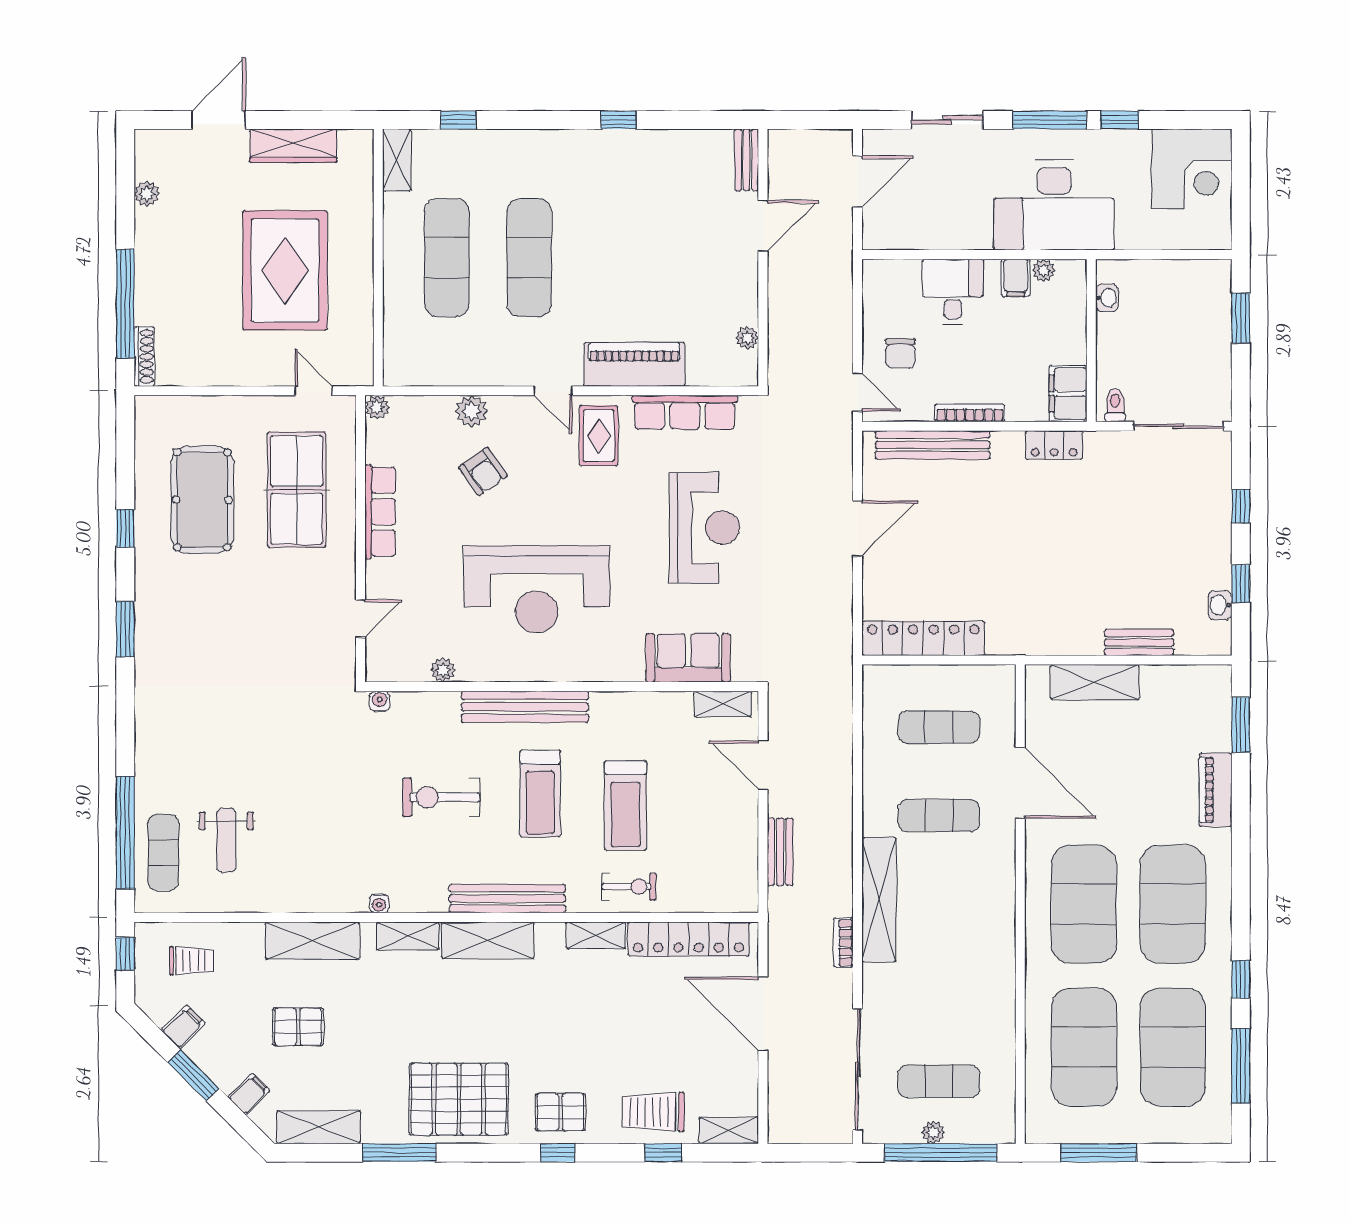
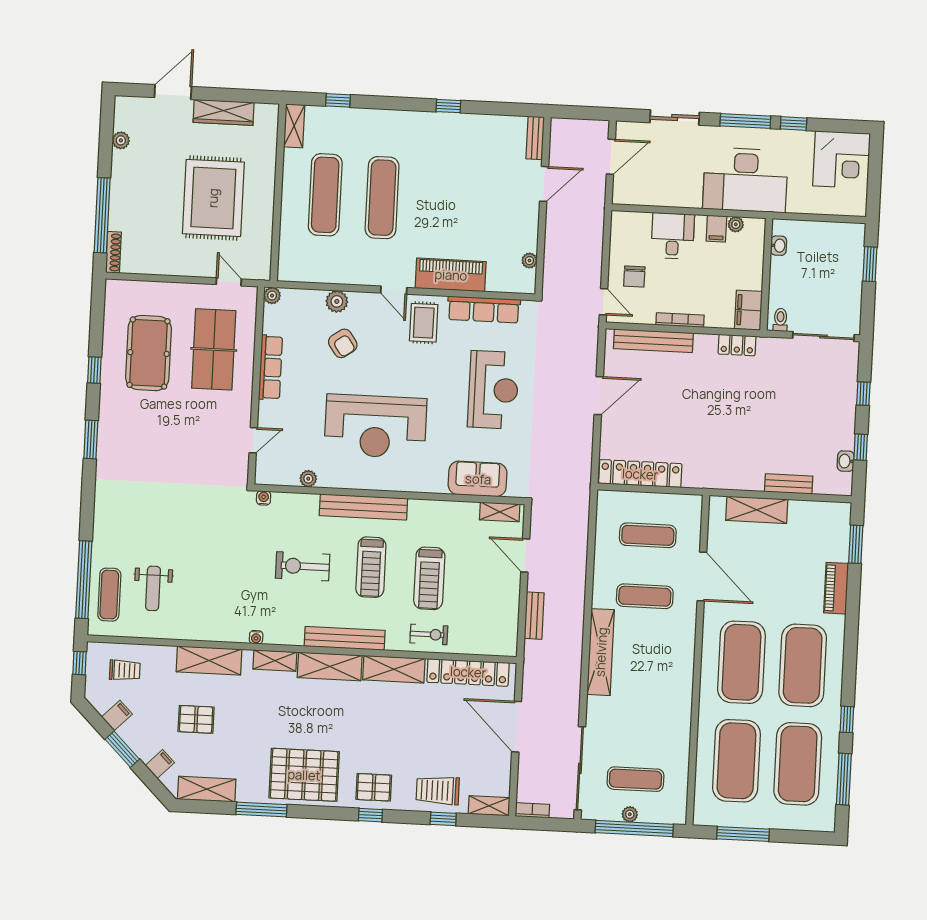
shelving: (596, 935) -> (394, 669), width x1.50, depth x1.33
bookcase: (843, 943) -> (532, 810), moved, turned 90

